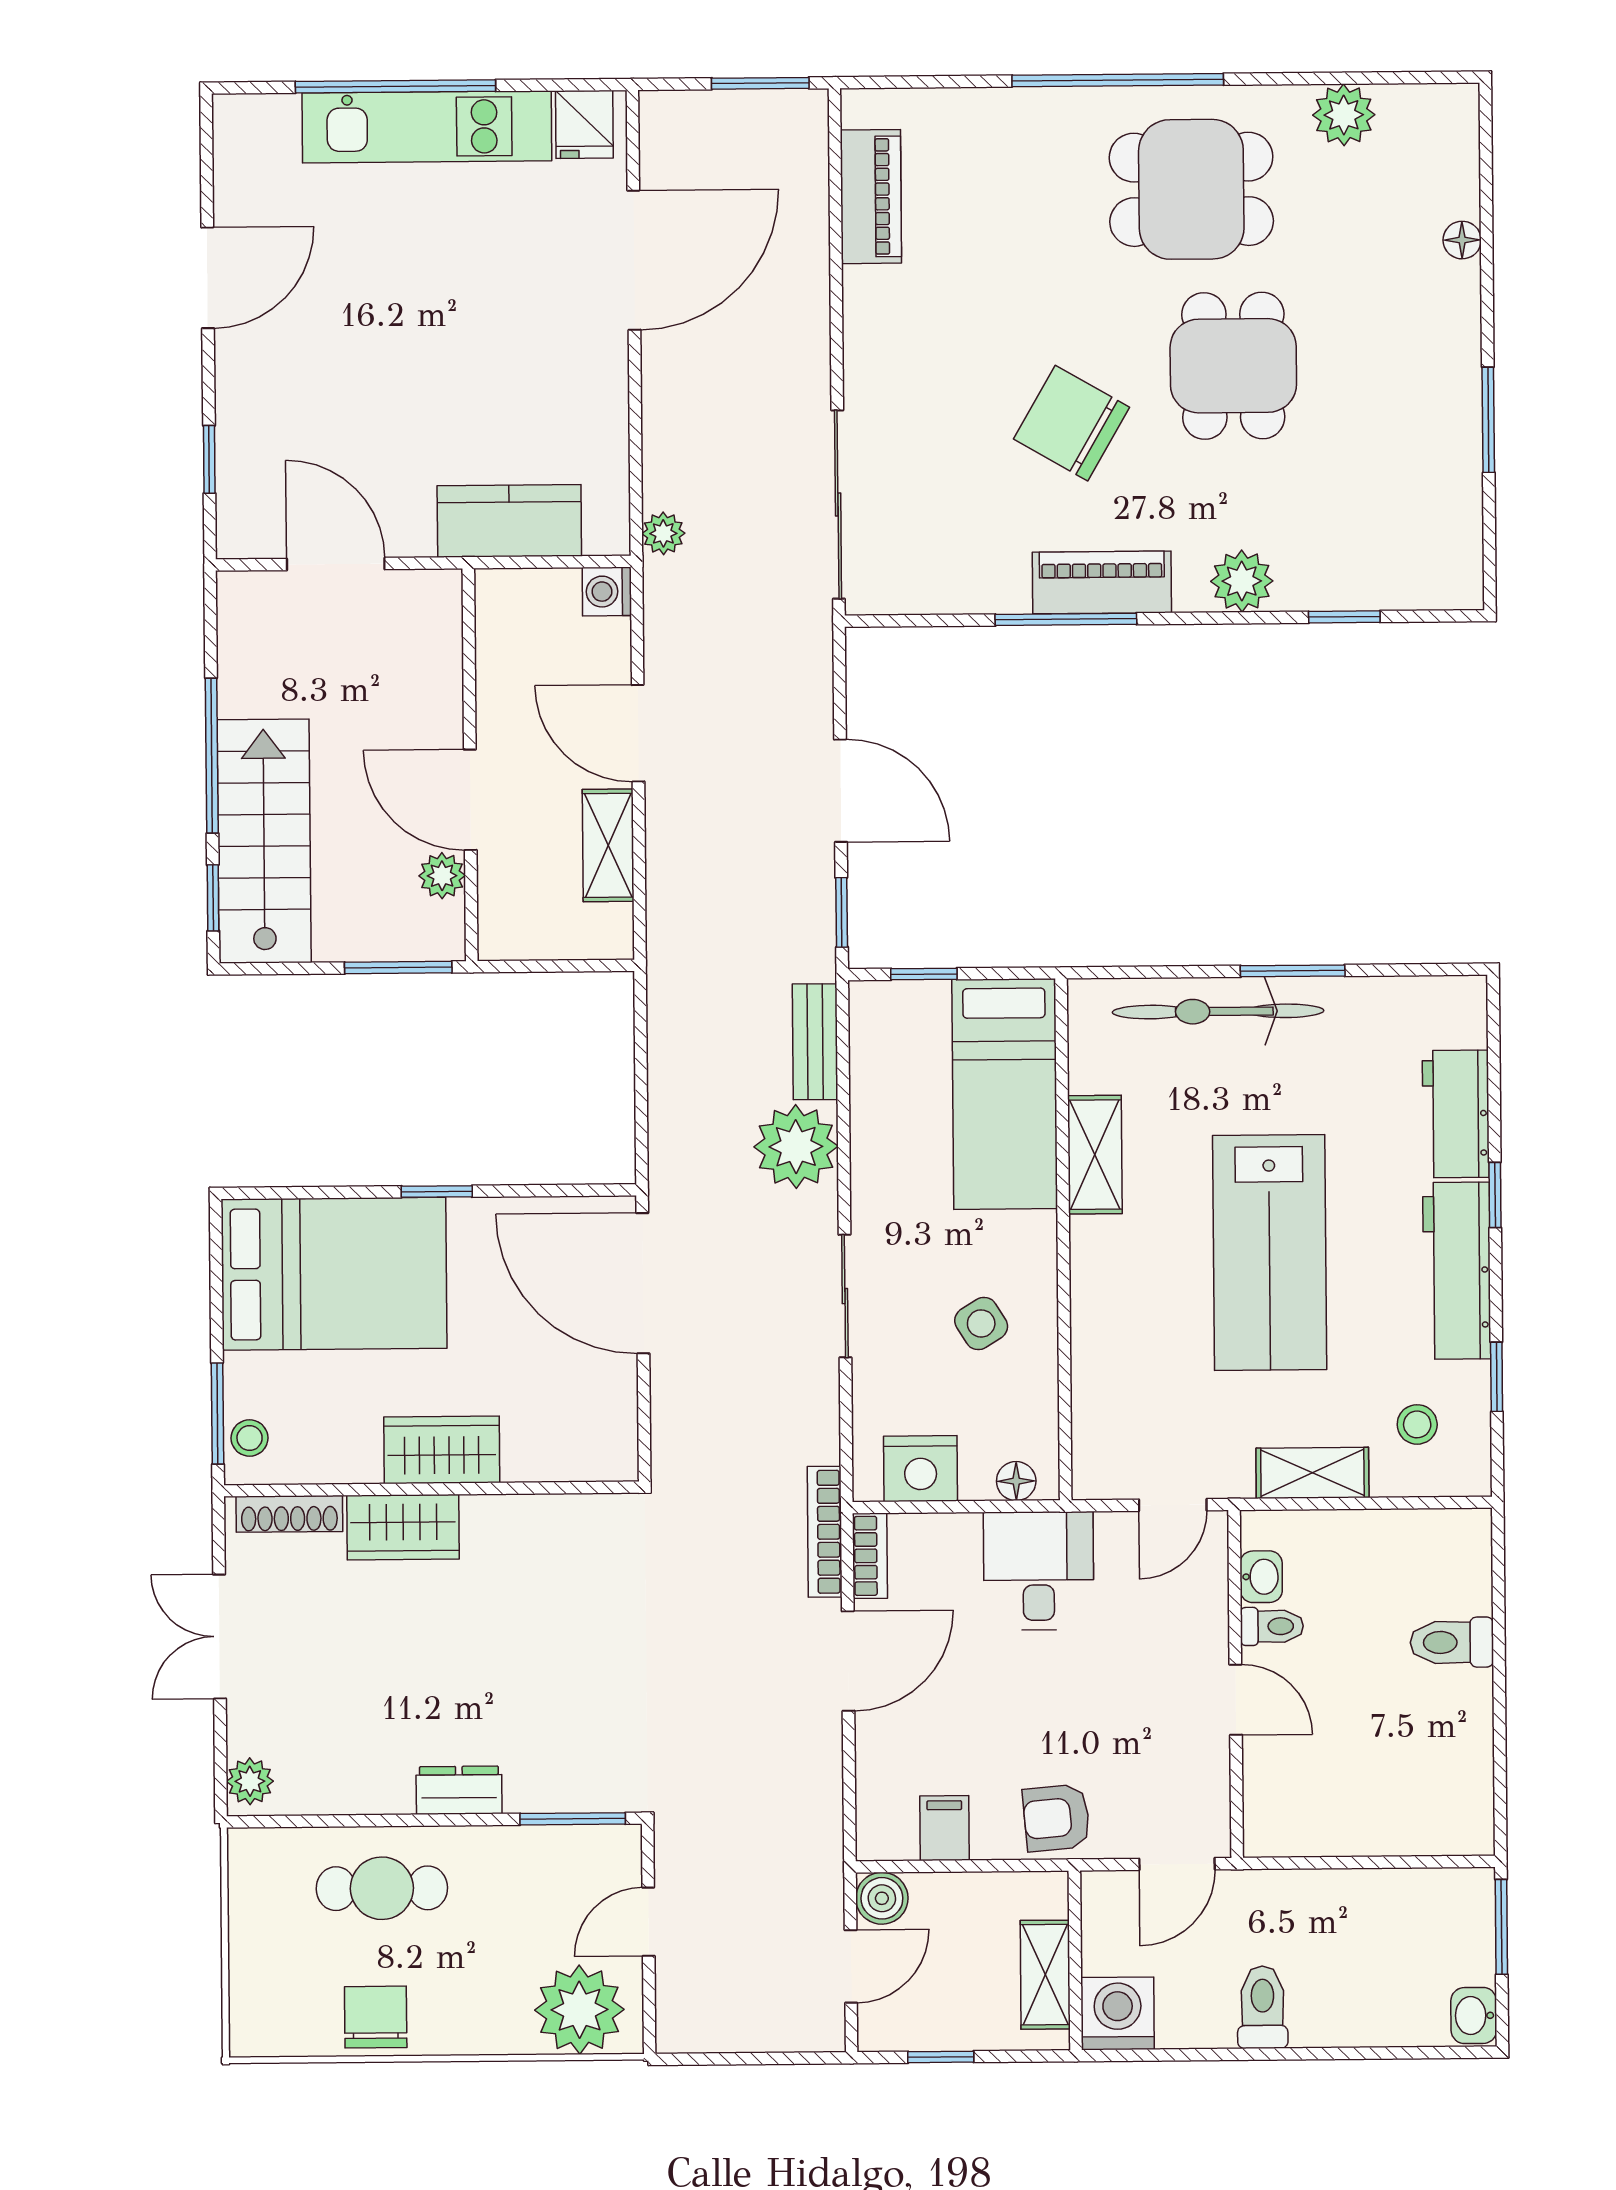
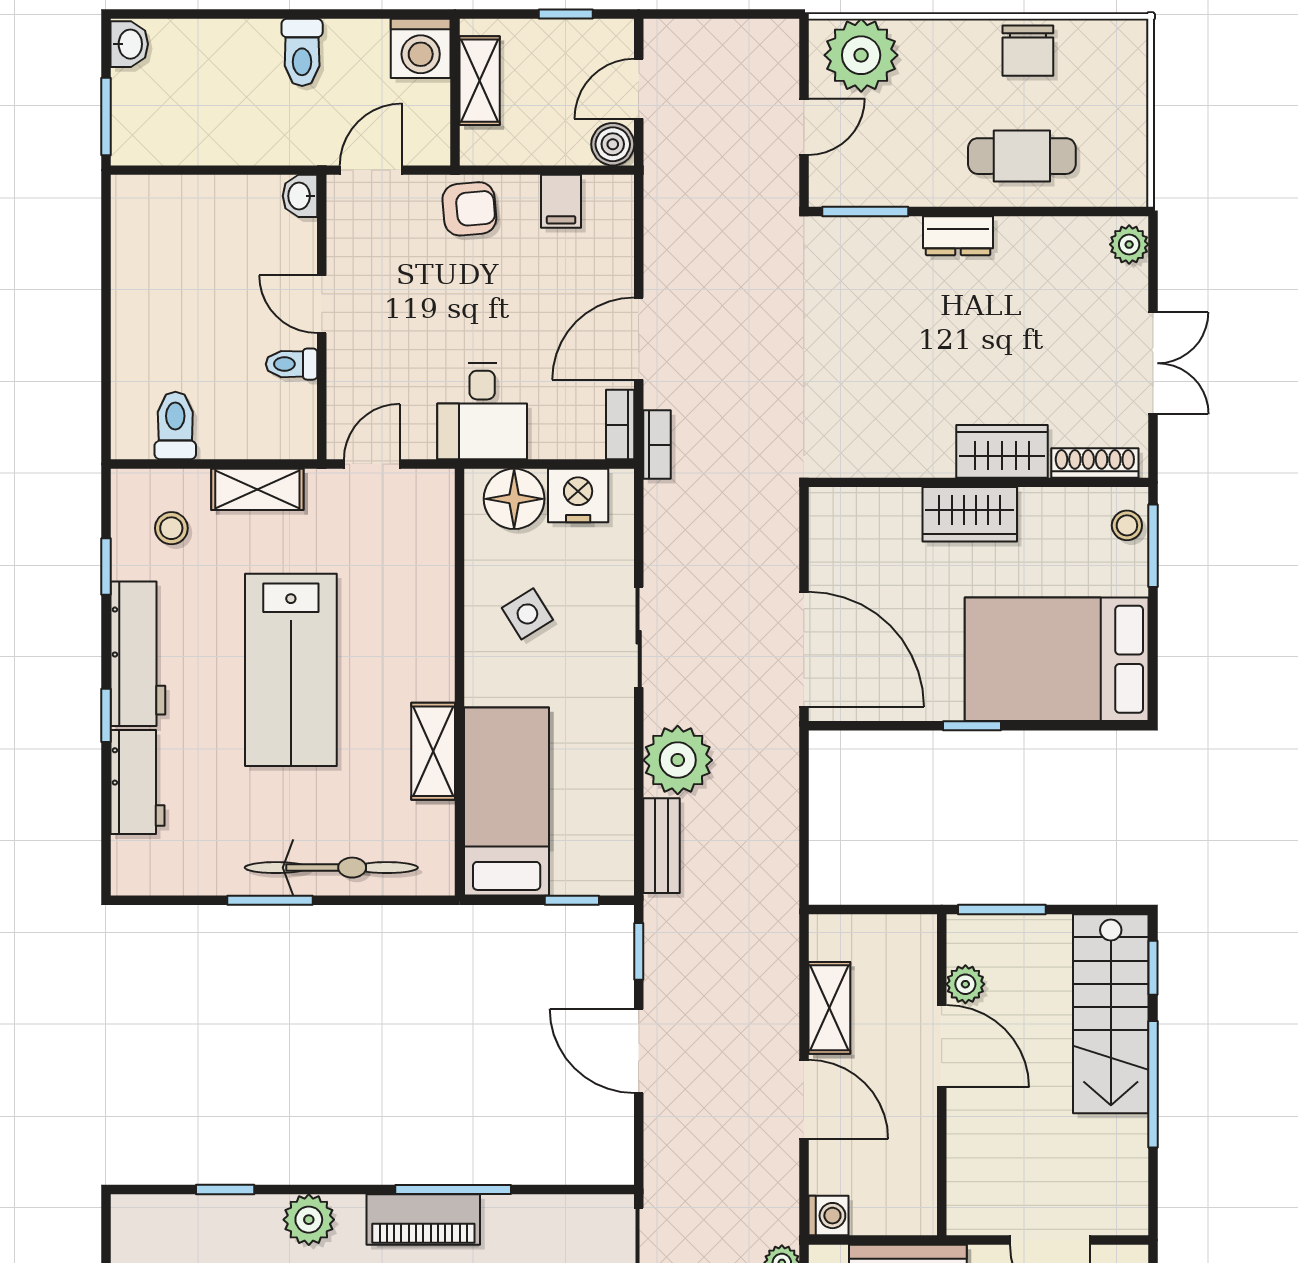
lab bench: (1270, 1253) -> (291, 670), turned 180
floor lamp: (1016, 1481) -> (514, 499), width x1.89, depth x1.89
bookcase: (825, 1532) -> (657, 445), width x0.64
washbasin: (1261, 1577) -> (300, 196), moved
toilet: (1452, 1642) -> (175, 425), moved, turned -90

